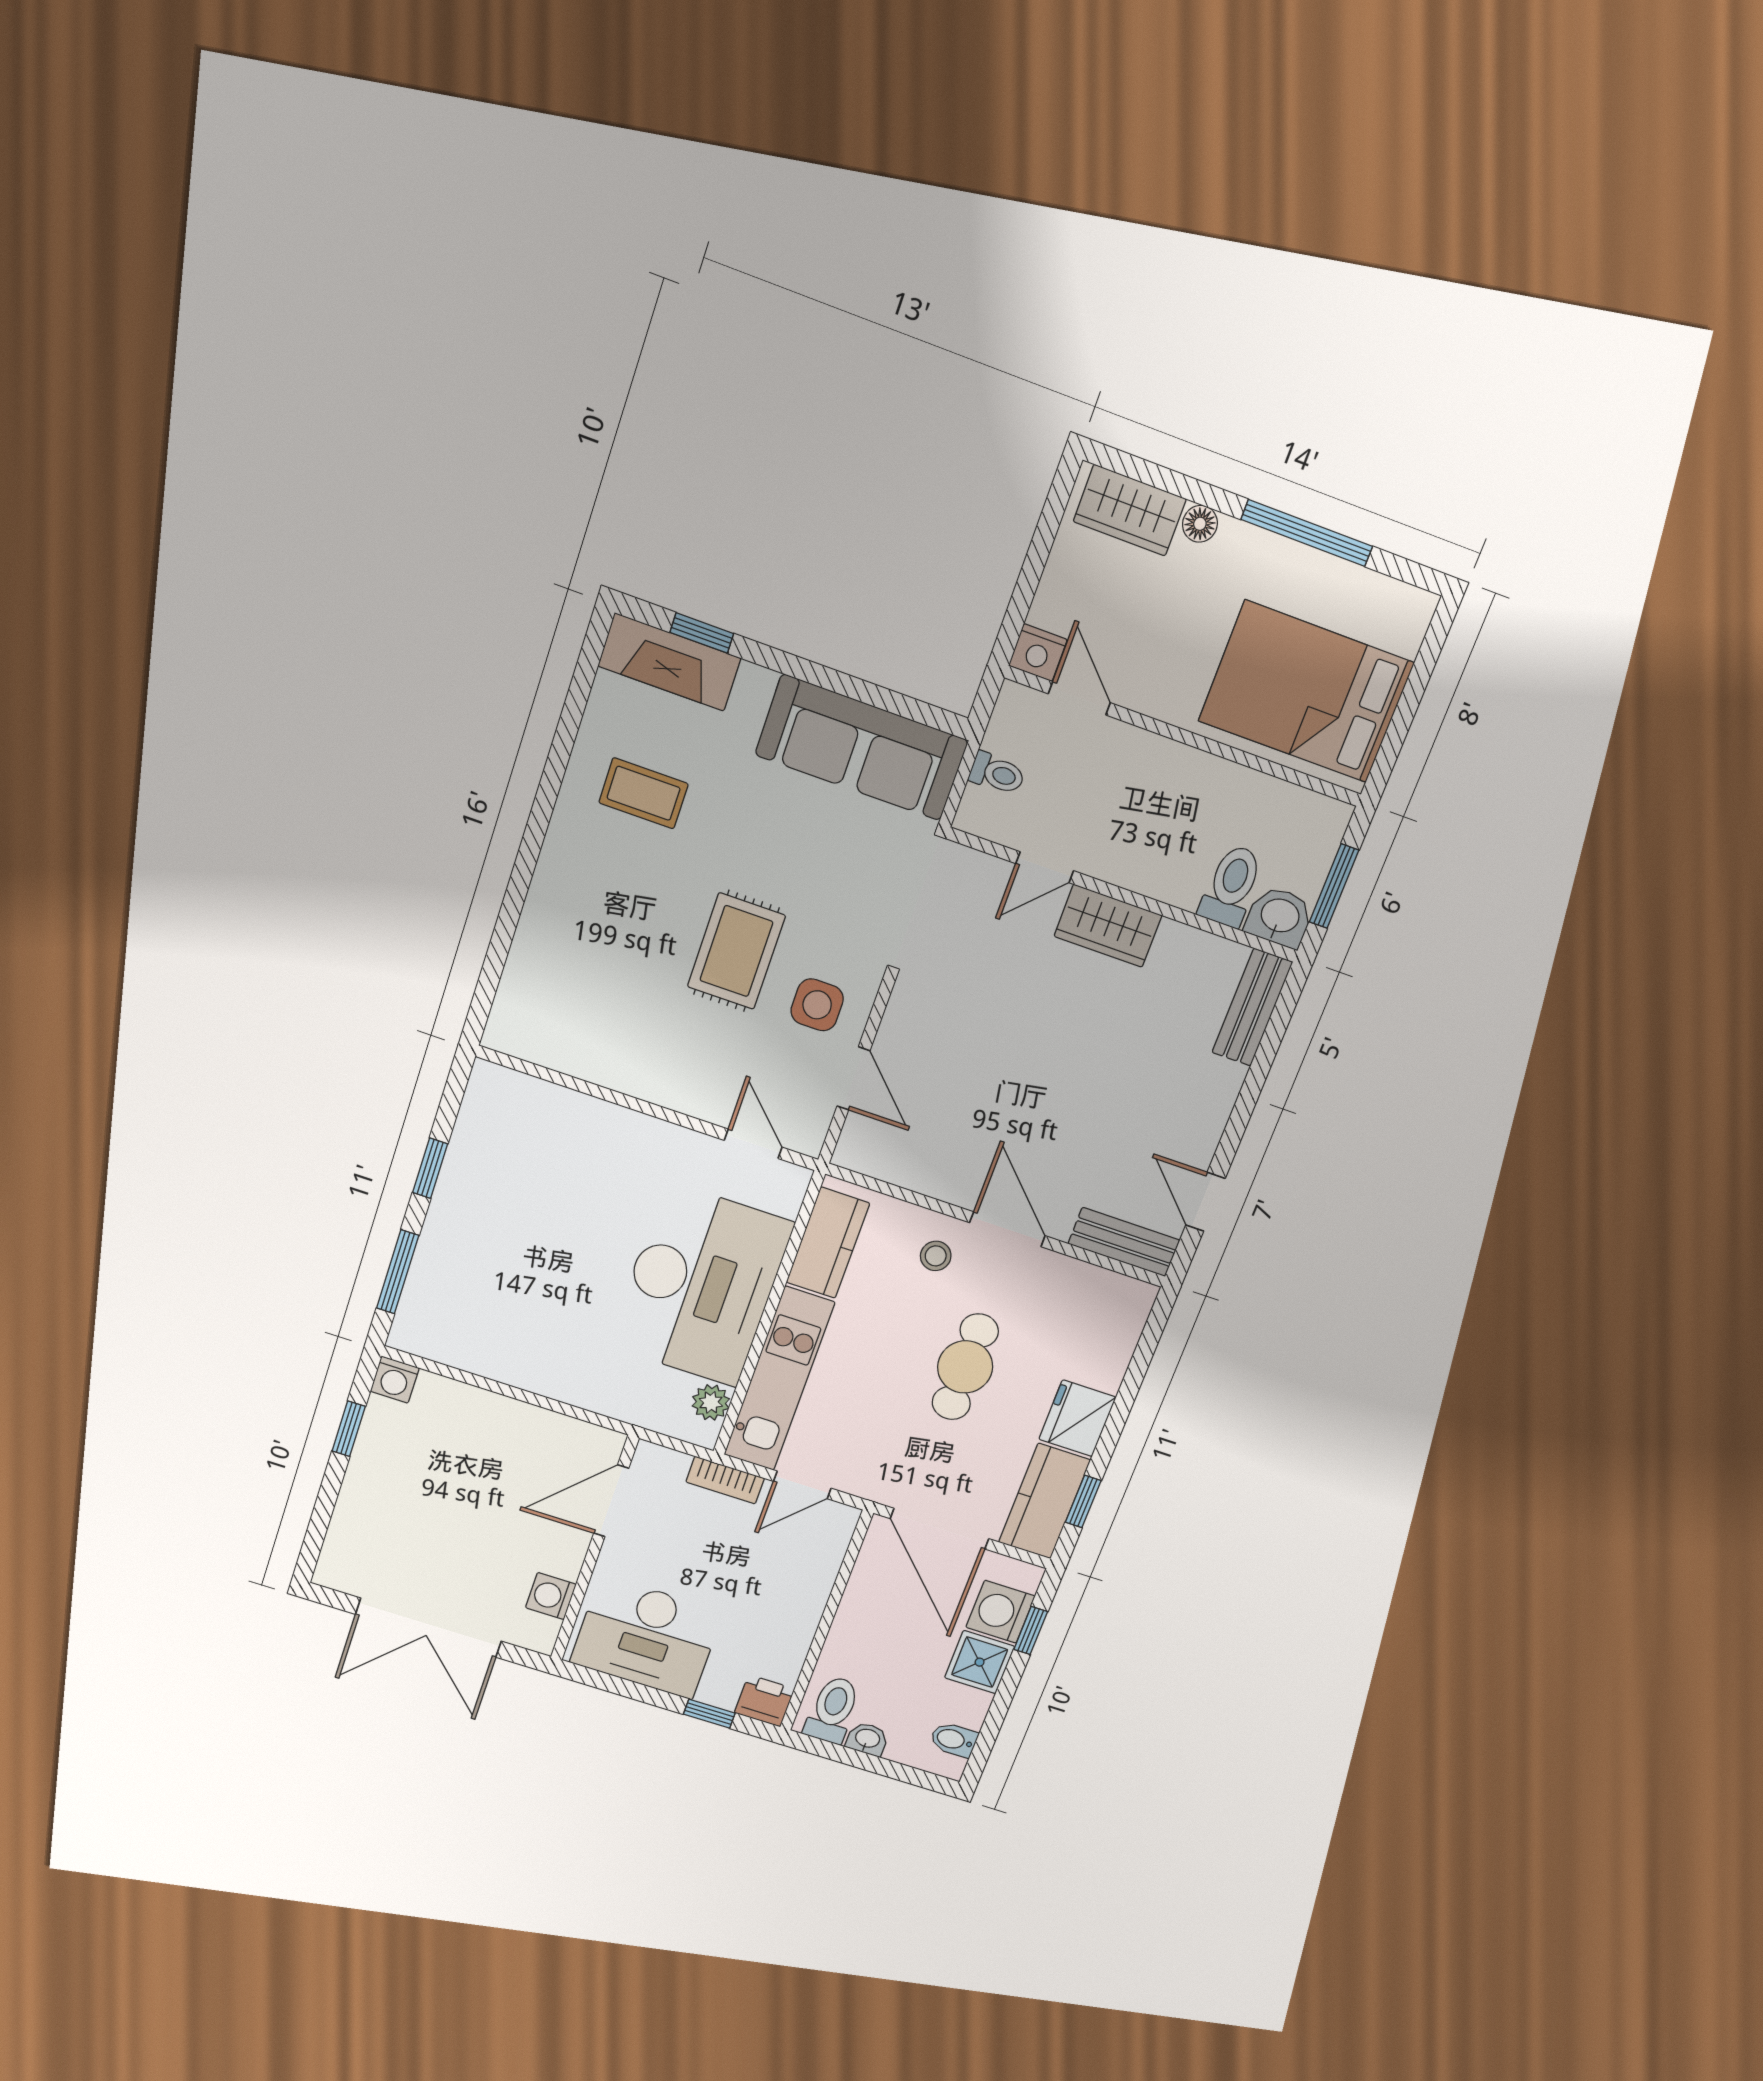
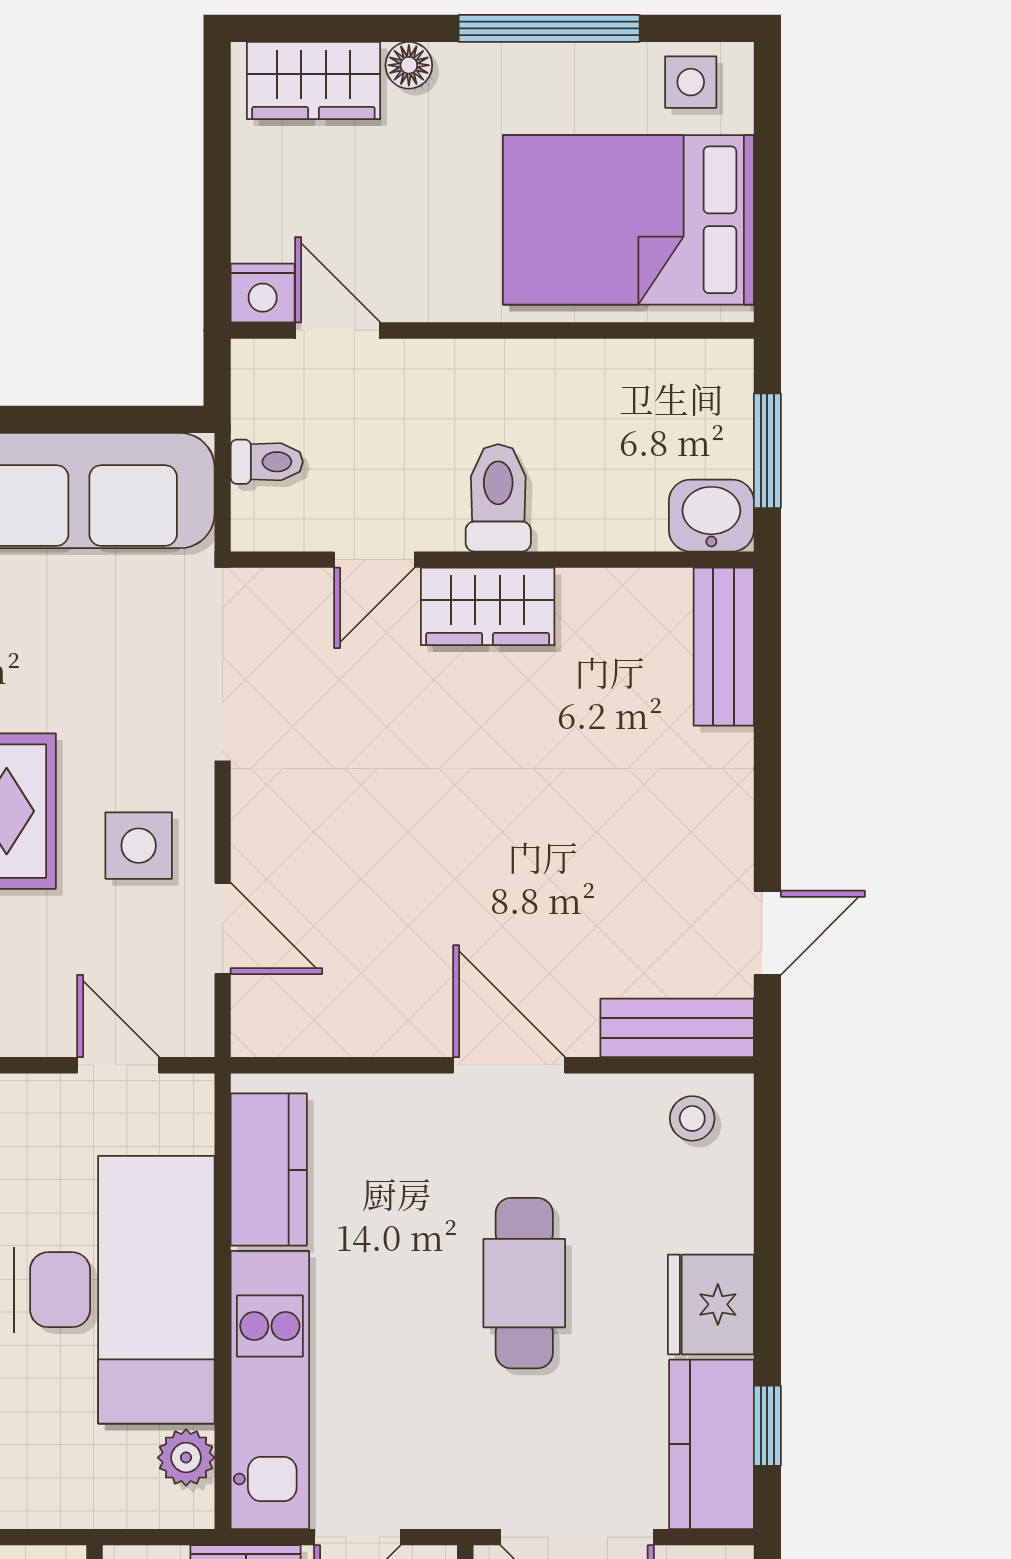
side table: (1388, 609) -> (691, 82), added
toilet: (1231, 886) -> (498, 498), moved
door: (1205, 1202) -> (767, 933), swing flipped
stool: (936, 1256) -> (692, 1118), moved

